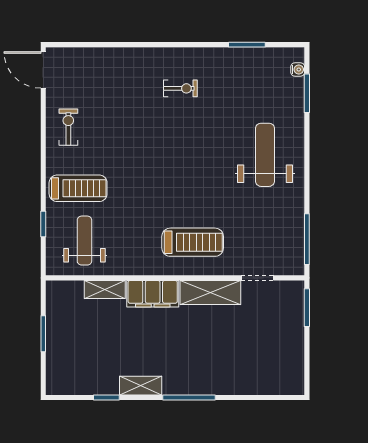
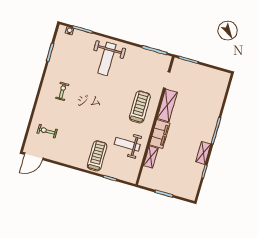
exercise bike: (68, 127) -> (47, 131), moved
weight bench: (265, 155) -> (107, 59), turned -90
weight bench: (84, 241) -> (127, 144), moved

